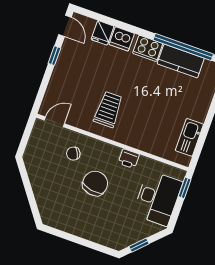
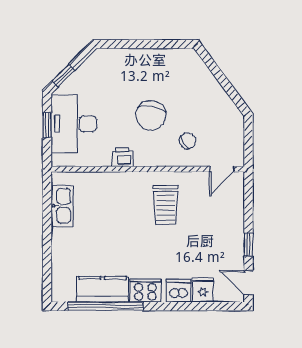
window: (185, 188) -> (47, 125), moved
window: (139, 245) -> (64, 75), moved

